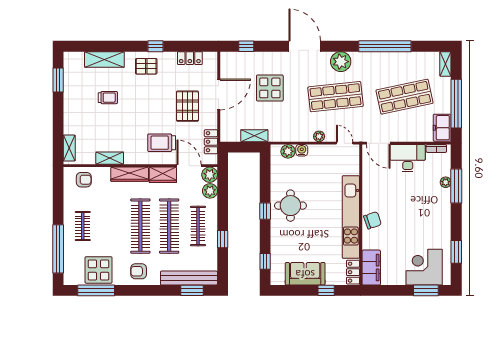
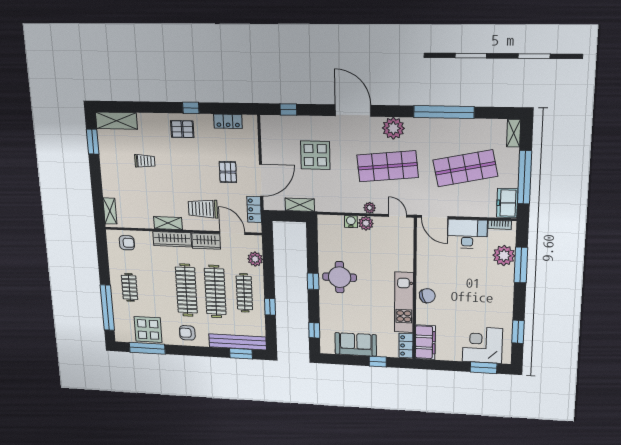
shelving: (104, 59) -> (116, 121), moved
door: (219, 95) -> (261, 180), moved
pallet: (187, 106) -> (228, 172), width x0.67, depth x0.71
plant: (288, 151) -> (366, 223), moved
shelving: (110, 158) -> (168, 223), moved
plant: (210, 175) -> (254, 243), removed
plant: (446, 182) -> (504, 255), width x1.87, depth x1.87
kitchen unit: (351, 217) -> (404, 302), width x0.73

